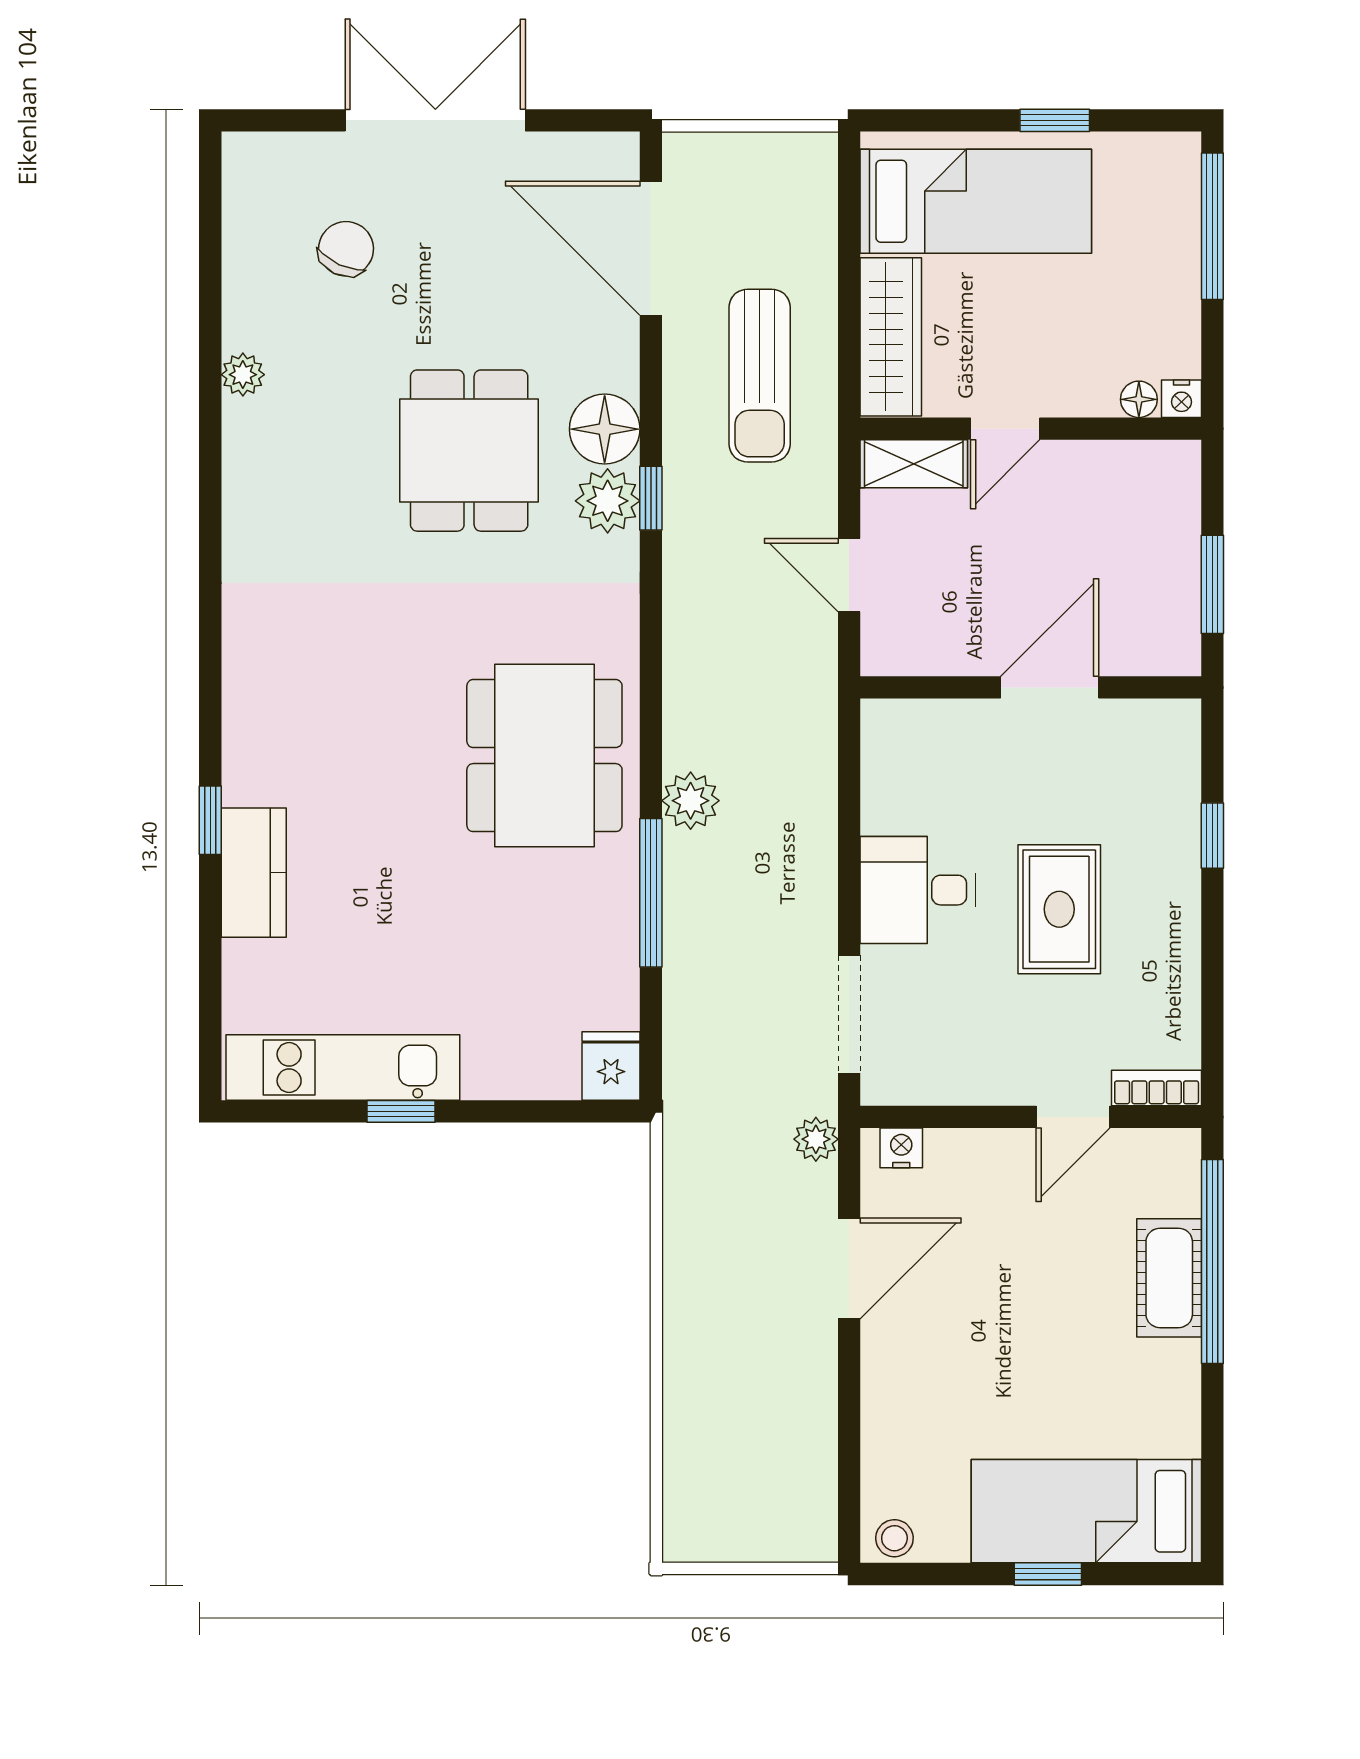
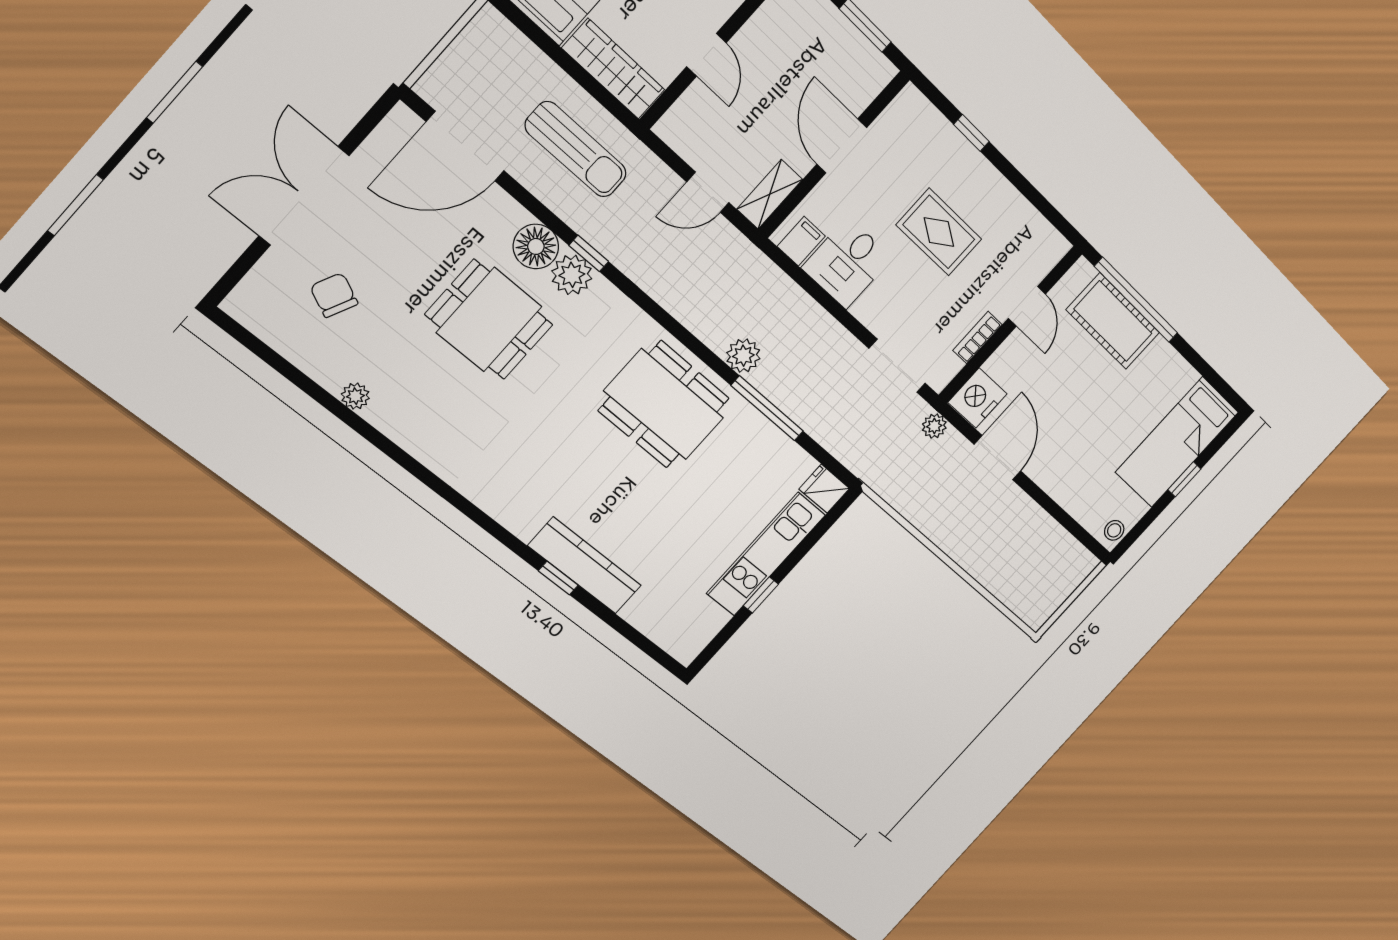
shelving: (914, 464) -> (770, 194), moved
filing cabinet: (893, 744) -> (801, 241), added
kitchen counter: (254, 873) -> (585, 566), width x1.50
desk: (918, 890) -> (847, 263), moved
kitchen unit: (343, 1068) -> (766, 554), moved
bookcase: (1157, 1088) -> (977, 338), moved
nightstand: (901, 1148) -> (977, 398), width x1.89, depth x1.79
cot: (1169, 1278) -> (1113, 321), width x1.37, depth x1.34

